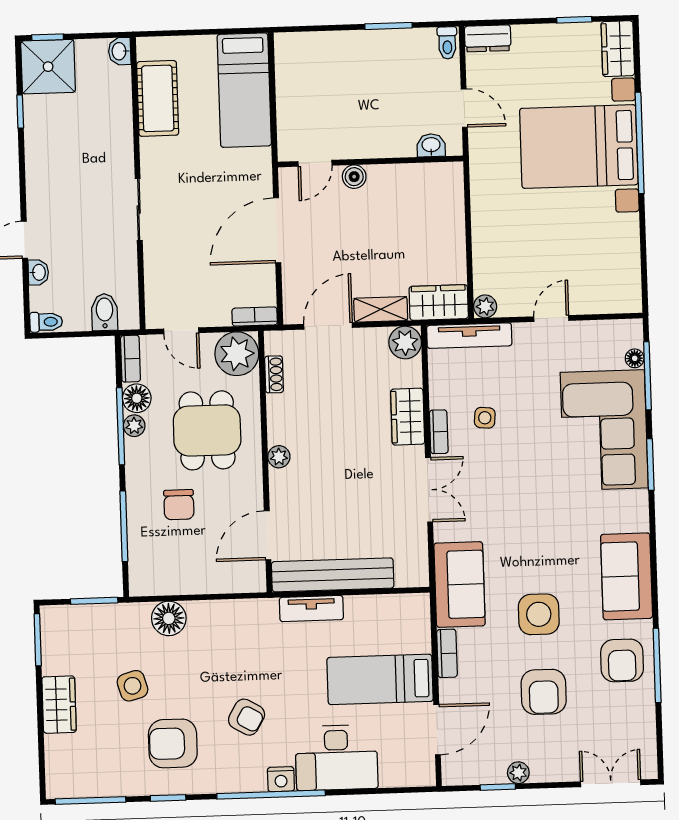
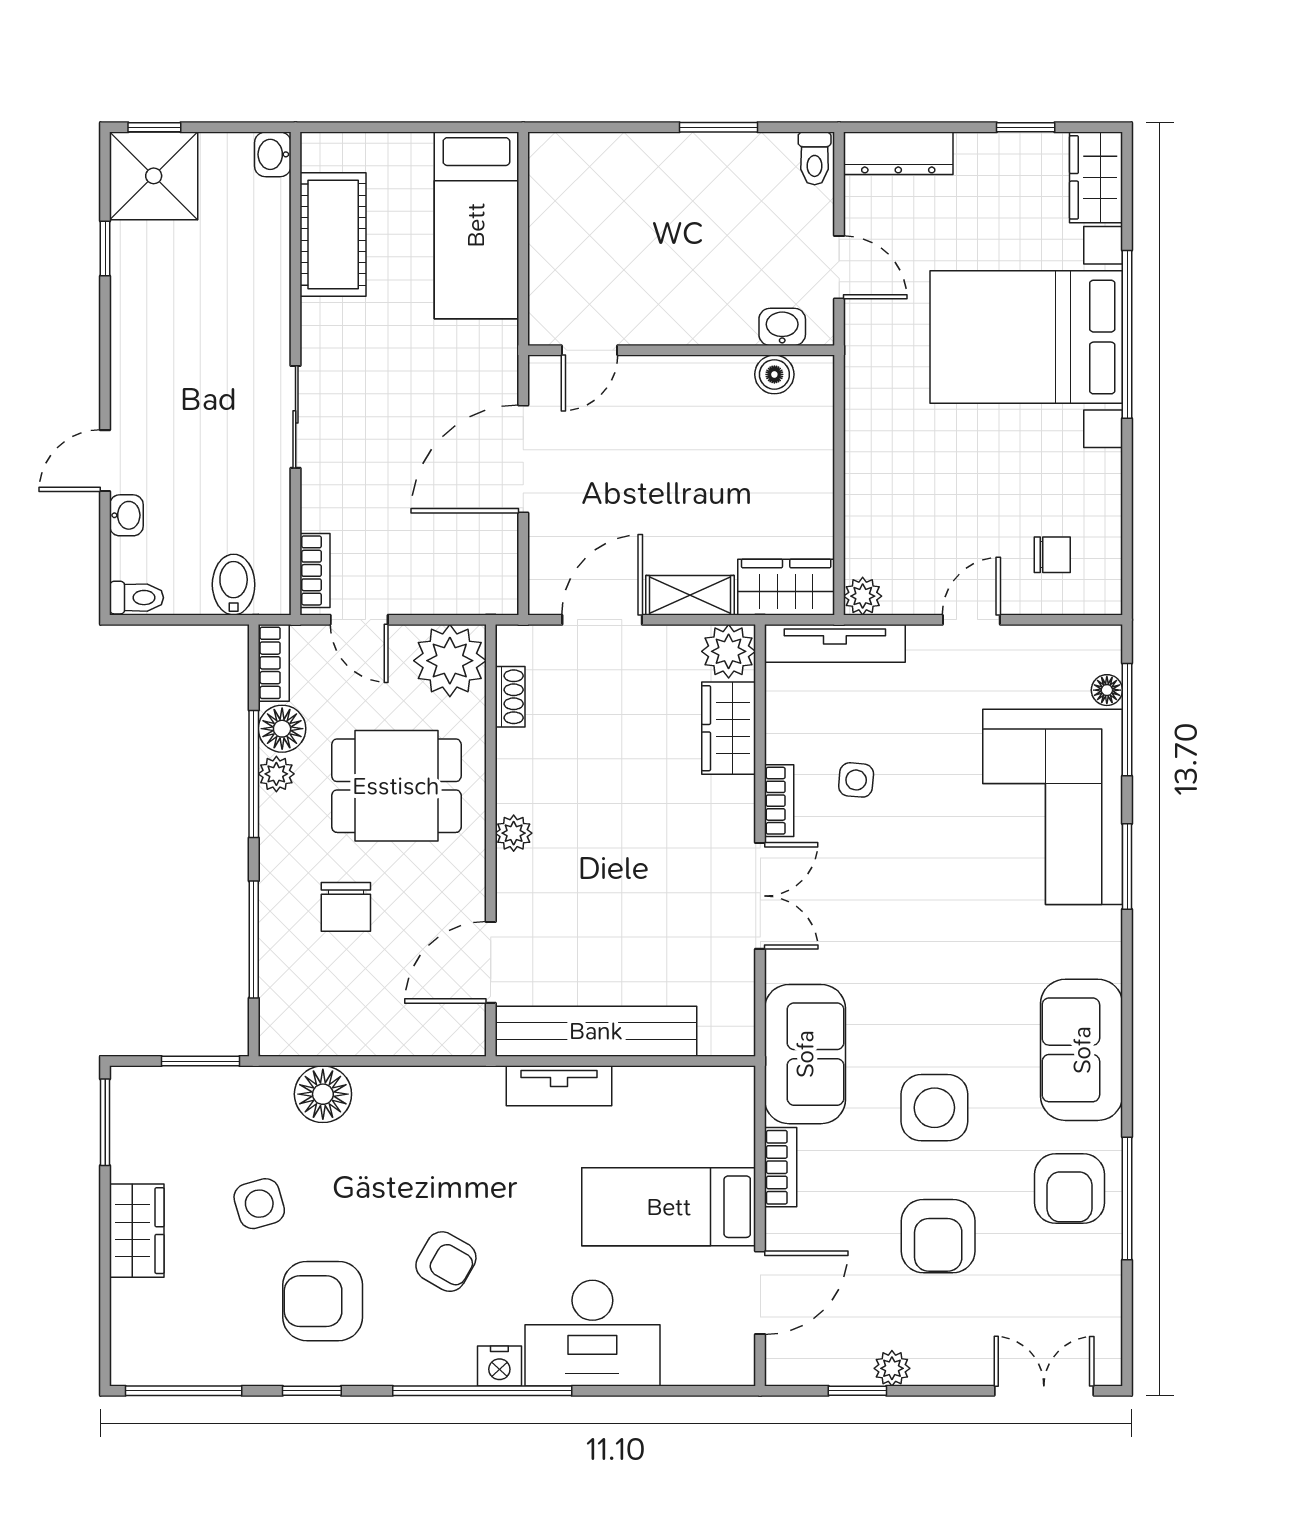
dresser: (488, 38) -> (898, 153), width x1.44
boiler: (354, 177) -> (774, 374), moved
chair: (599, 278) -> (1052, 555), added
bookcase: (255, 317) -> (315, 570), moved, turned 90
wardrobe: (408, 417) -> (729, 728), moved
dining table: (207, 430) -> (396, 786), turned 90

